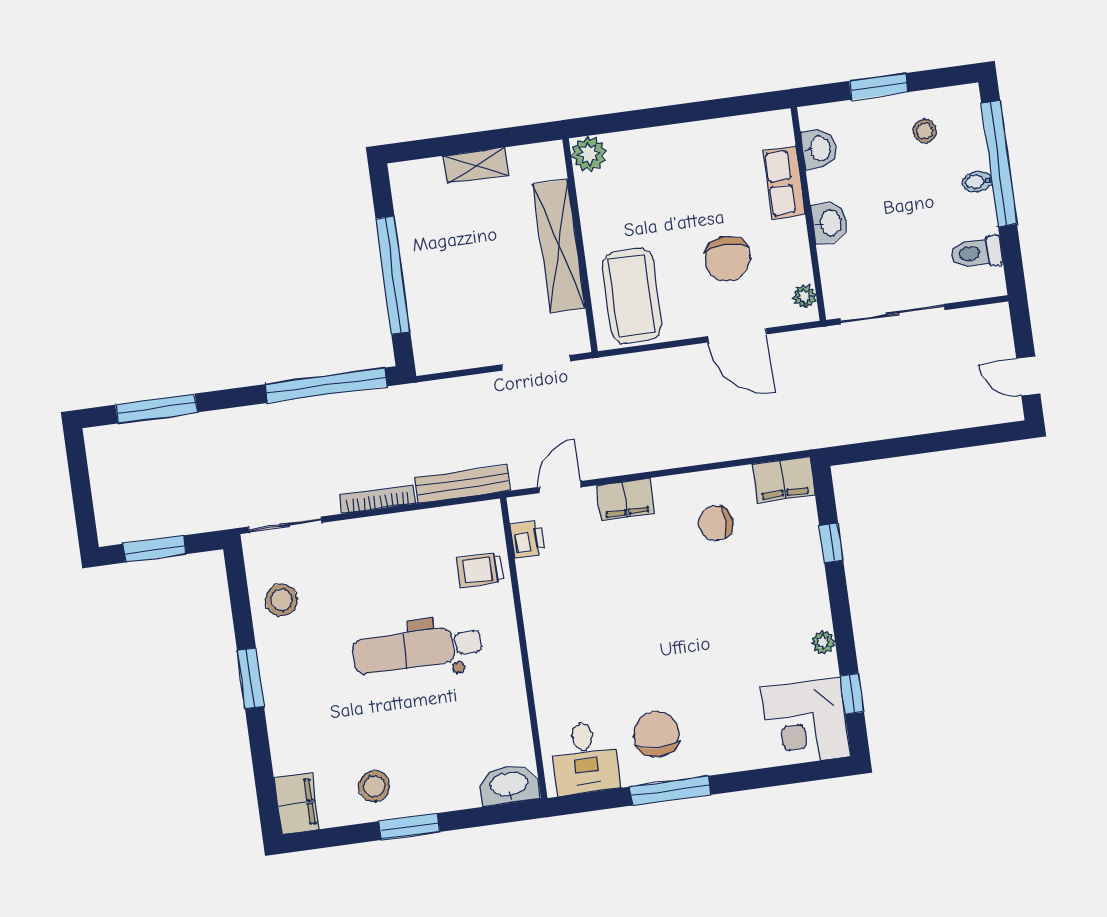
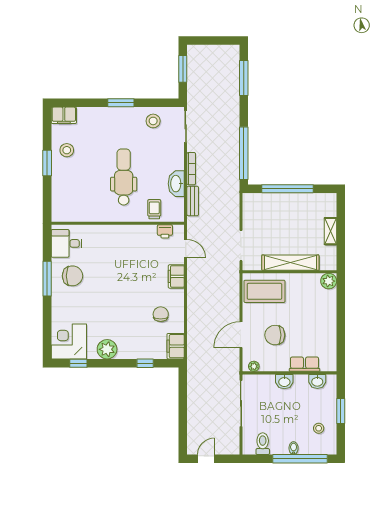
bench: (462, 484) -> (193, 201), width x0.73
plant: (823, 642) -> (107, 349), width x1.88, depth x1.88
washbasin: (509, 785) -> (176, 184), moved, turned 180

